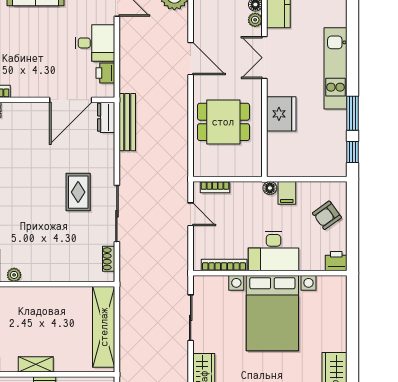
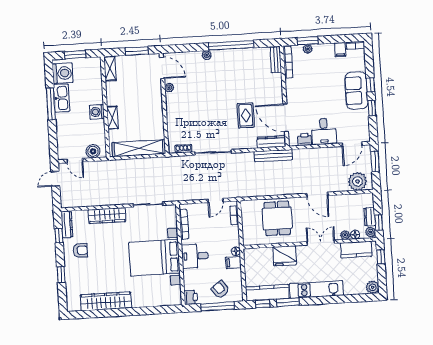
door: (191, 59) -> (317, 195), hinge flipped
dresser: (106, 117) -> (271, 142), width x1.44
kitchen counter: (336, 144) -> (267, 293), added
rug: (78, 192) -> (246, 115), moved, turned 90
window: (353, 221) -> (218, 306), added
desk: (273, 251) -> (195, 256), width x0.73
shelving: (36, 364) -> (112, 118), moved

